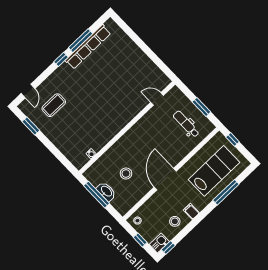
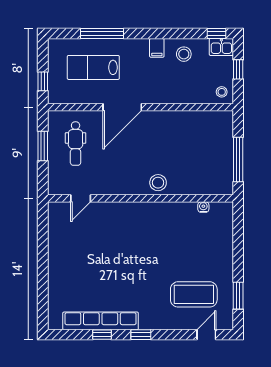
window: (81, 41) -> (102, 335), width x0.46
door: (157, 99) -> (81, 198), hinge flipped
coffee table: (54, 105) -> (194, 294), width x1.36, depth x1.32
lab bench: (214, 171) -> (93, 67), width x0.73, depth x0.72
stool: (126, 173) -> (158, 183), moved
door: (165, 179) -> (122, 107), moved
washbasin: (106, 191) -> (225, 153), removed

